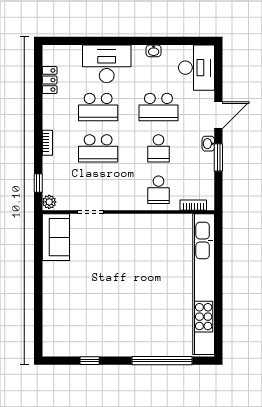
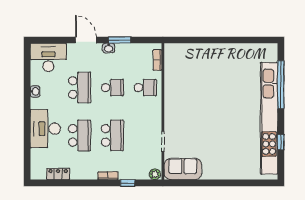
window: (38, 183) -> (128, 183), moved
kitchen unit: (204, 284) -> (269, 118), moved, turned 90

